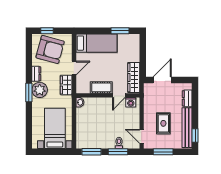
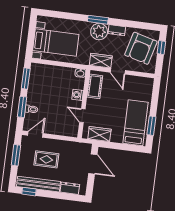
bed: (96, 43) -> (135, 123), moved, turned 180
wardrobe: (134, 77) -> (99, 134), width x0.67
cot: (101, 87) -> (95, 86), moved
washing machine: (131, 102) -> (78, 95), moved

